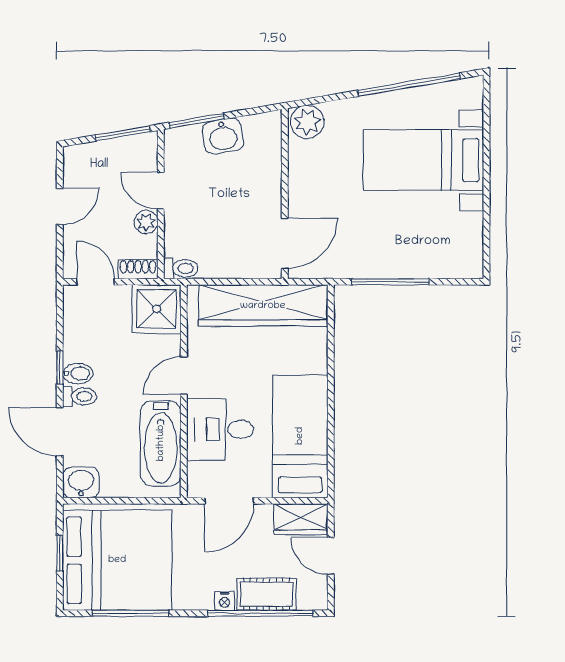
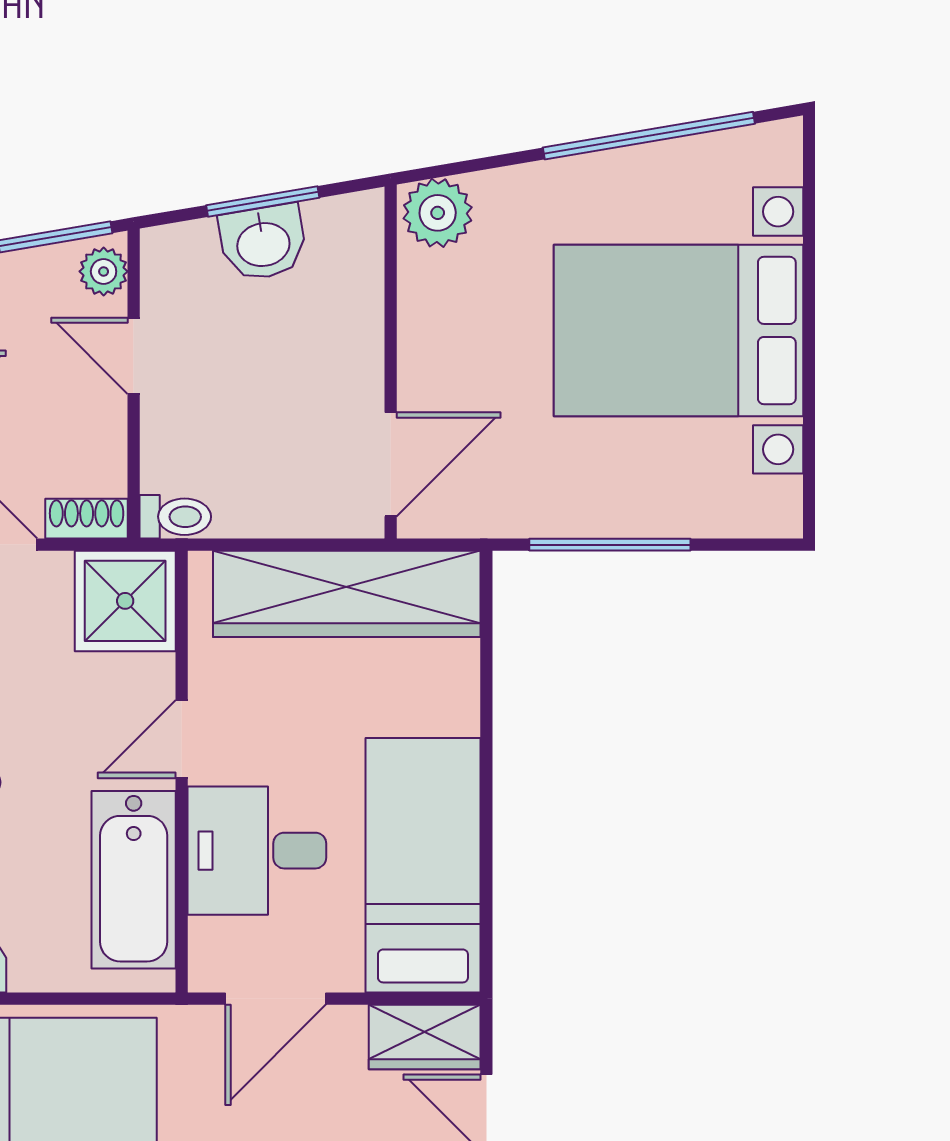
window: (197, 121) -> (263, 201), moved
bed with nightstands: (423, 160) -> (678, 330), width x1.36
plant: (146, 222) -> (104, 271), moved

